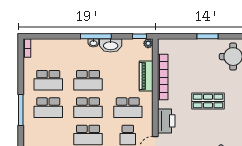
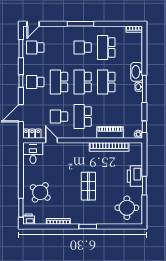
washbasin: (111, 45) -> (137, 72), moved
school desk: (48, 108) -> (83, 48), width x0.54
printer: (166, 121) -> (135, 176), moved, turned 90

